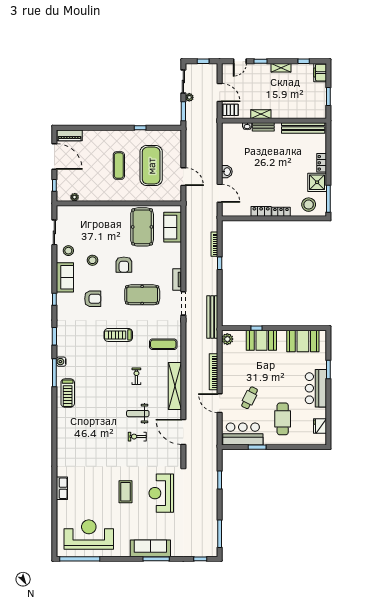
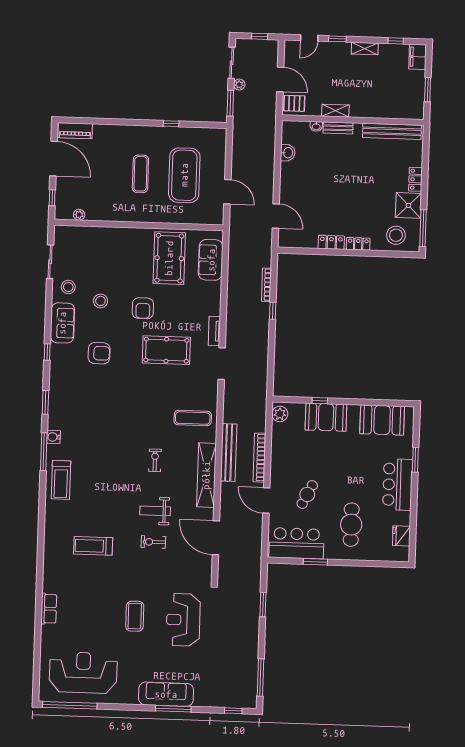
washbasin: (227, 172) -> (288, 153), moved
bench: (212, 317) -> (229, 453), moved
treadmill: (118, 335) -> (93, 546), moved

